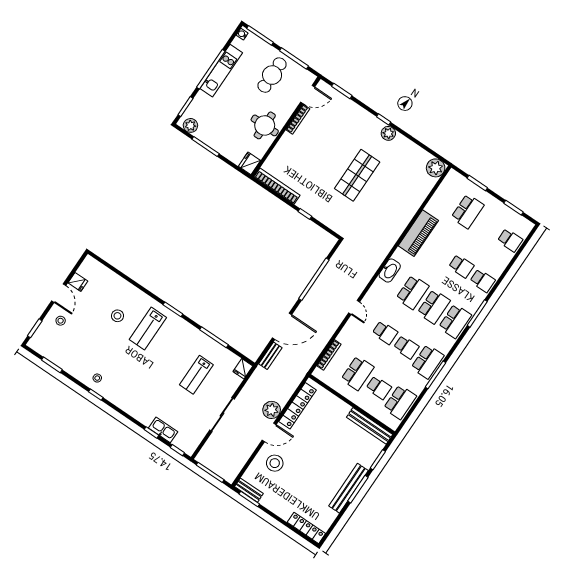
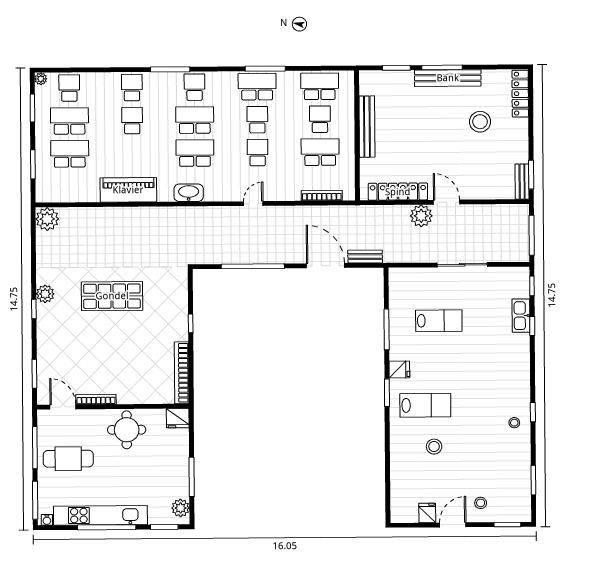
kitchen unit: (221, 71) -> (100, 515), width x1.36
school desk: (489, 226) -> (69, 121), added
plant: (529, 226) -> (41, 79), added
school desk: (455, 321) -> (194, 87), width x0.54
fridge: (243, 369) -> (399, 370), moved
bench: (370, 426) -> (367, 127), moved
stool: (275, 463) -> (480, 122), moved

